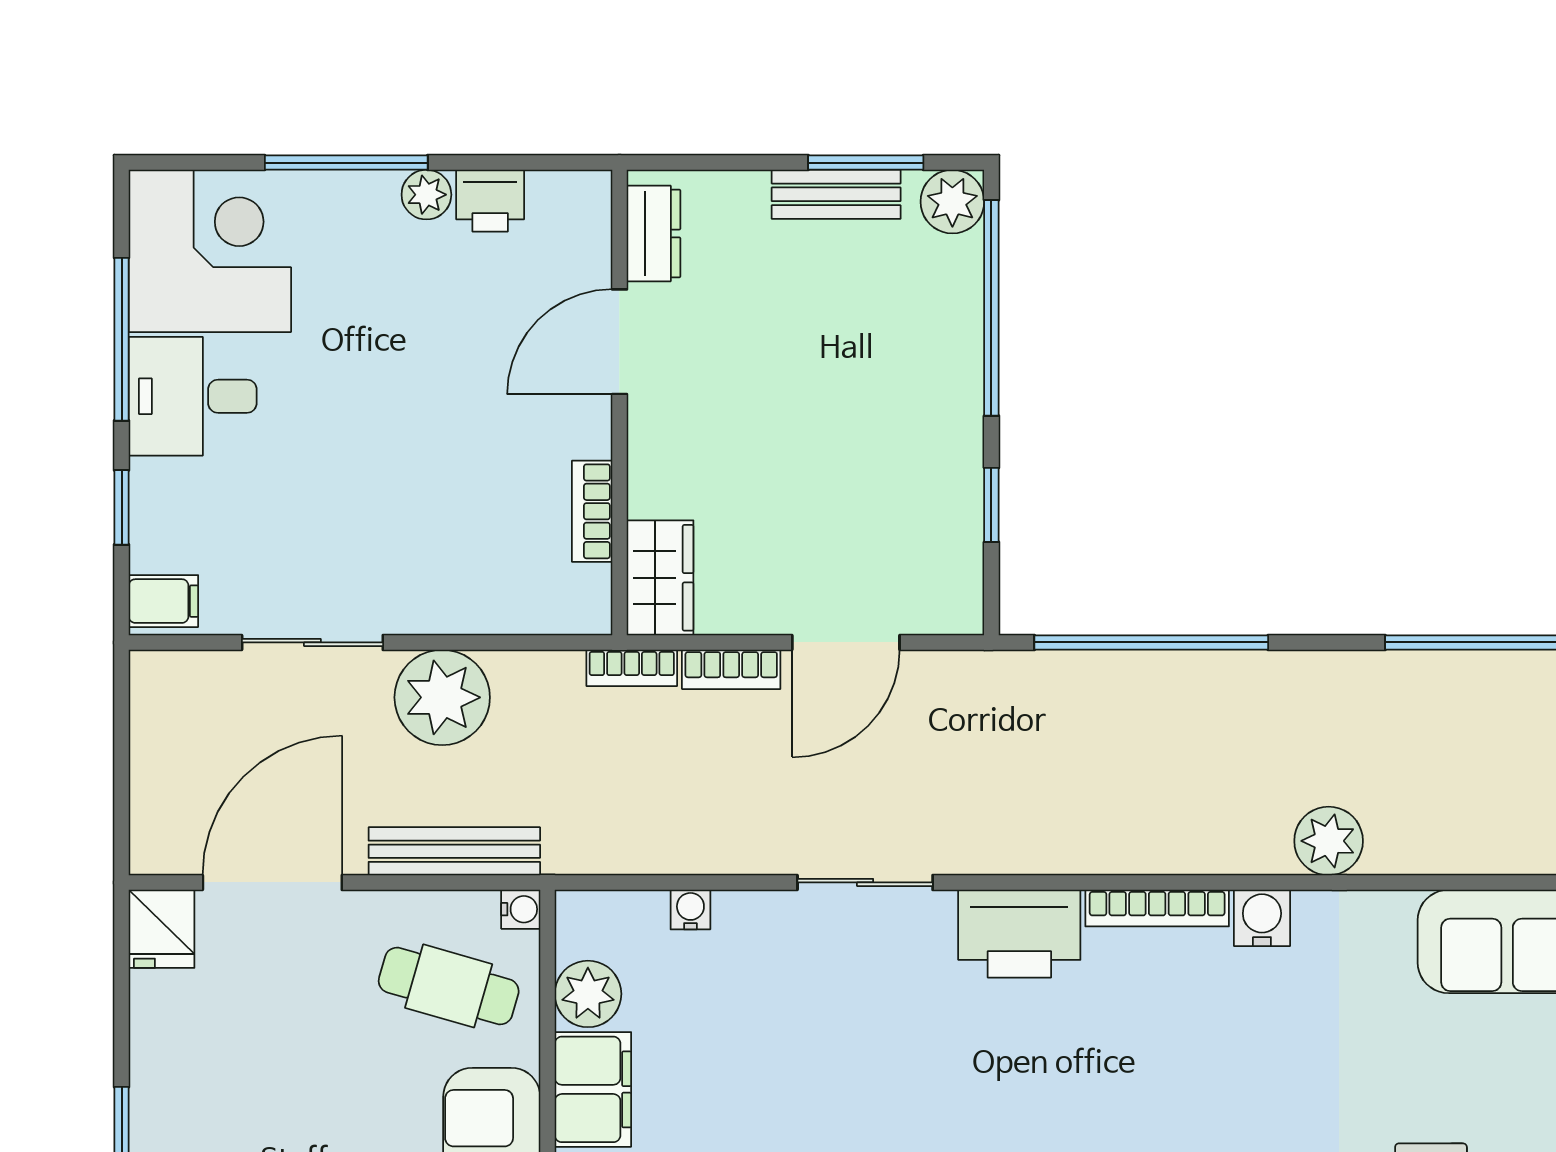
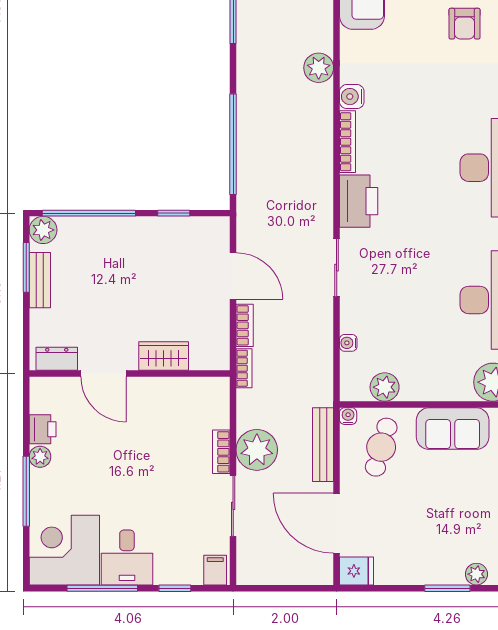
bookcase: (592, 511) -> (221, 452), moved, turned 90
wardrobe: (660, 578) -> (164, 356), moved
filing cabinet: (593, 1089) -> (426, 385), removed

